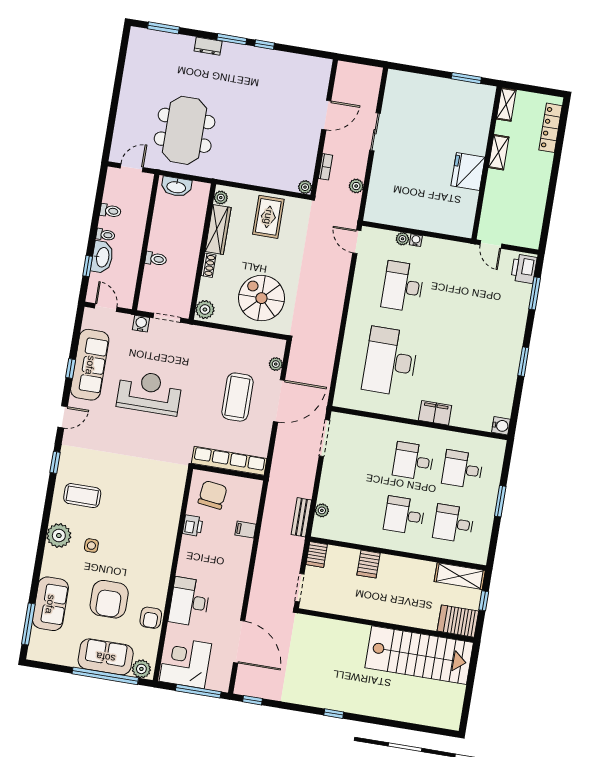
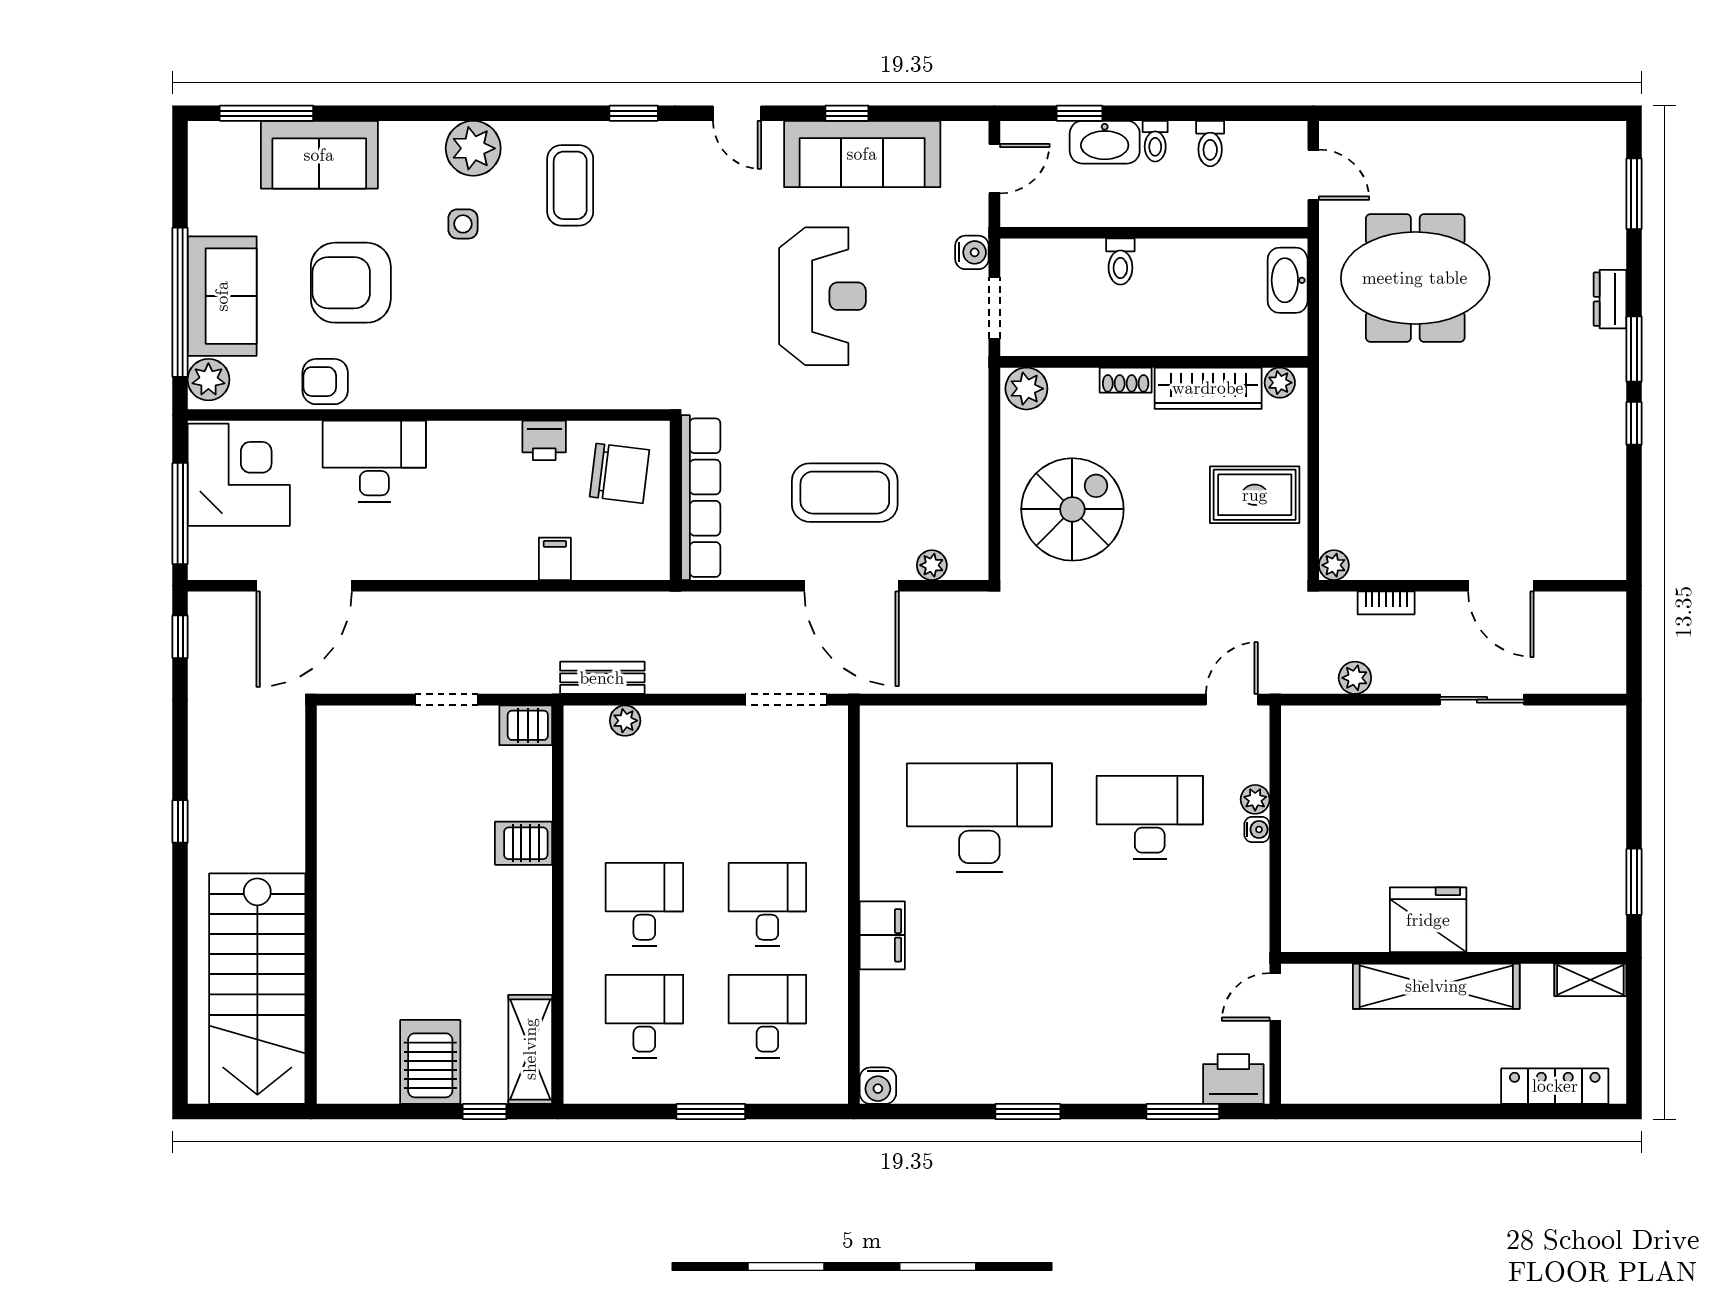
shelving: (499, 152) -> (1436, 986), width x2.20, depth x1.33
wall: (386, 625) -> (311, 905), moved
stairs: (419, 655) -> (257, 989), moved

